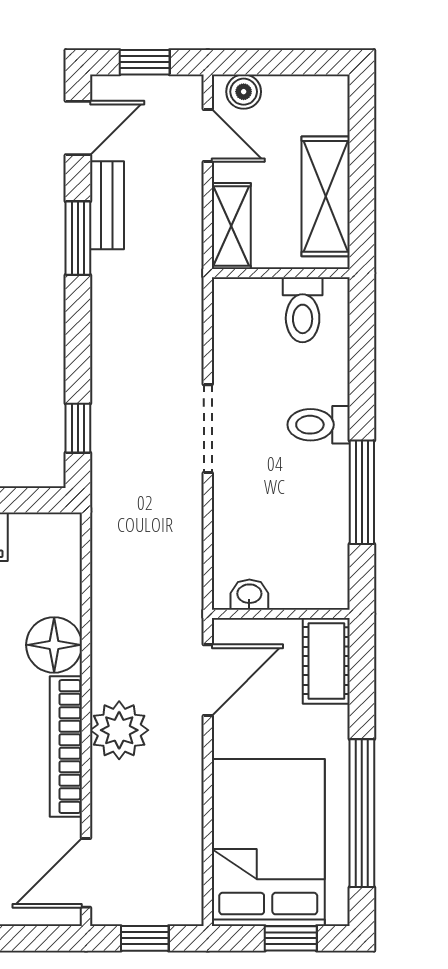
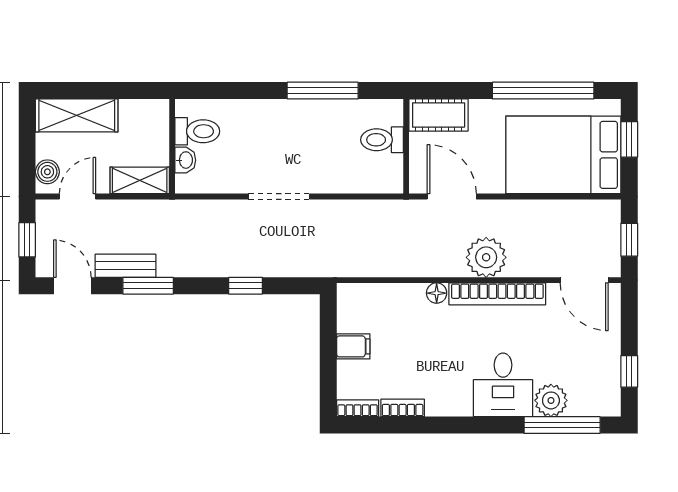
shelving: (326, 196) -> (77, 115), moved
toilet: (319, 425) -> (382, 140), moved, turned 90
window: (78, 428) -> (246, 286), moved
washbasin: (249, 595) -> (185, 160), moved, turned 180
floor lamp: (54, 645) -> (437, 293), width x0.53, depth x0.53

